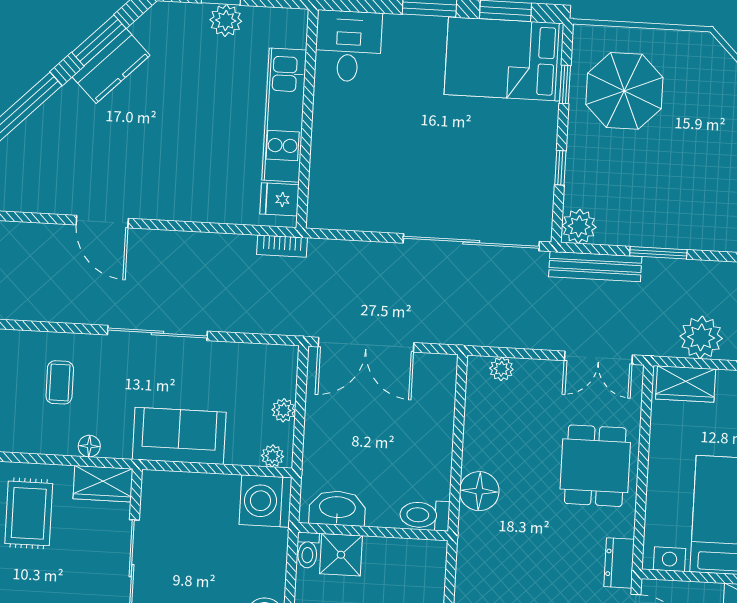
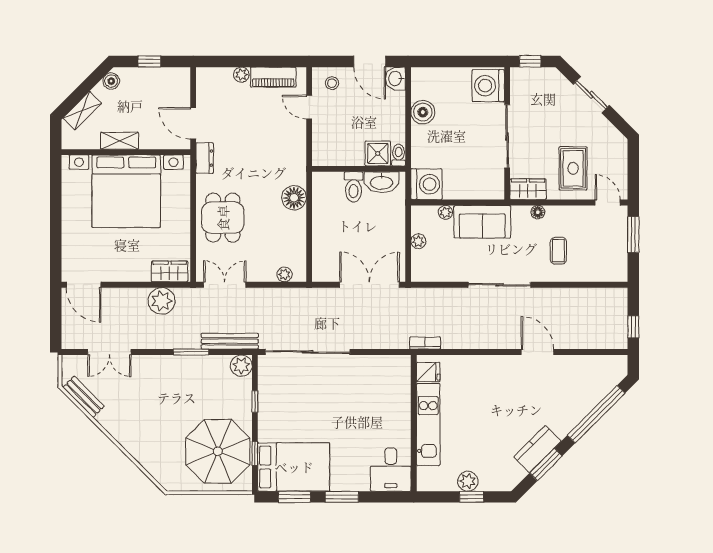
parasol: (624, 91) -> (218, 451), width x1.36, depth x1.36
plant: (272, 456) -> (446, 212), moved
toilet: (425, 515) -> (354, 187), moved, turned 90

